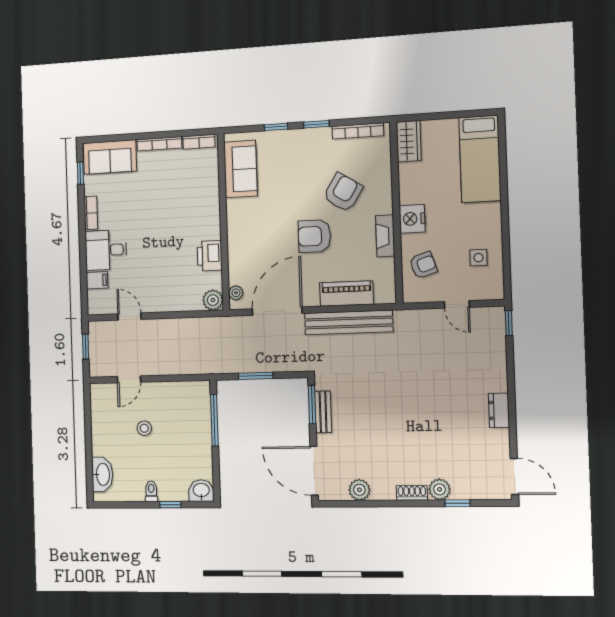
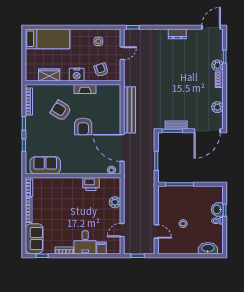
wardrobe: (409, 141) -> (49, 75), moved
piano: (346, 294) -> (114, 110), removed
plant: (213, 300) -> (115, 202), moved
washbasin: (201, 491) -> (217, 210), moved

